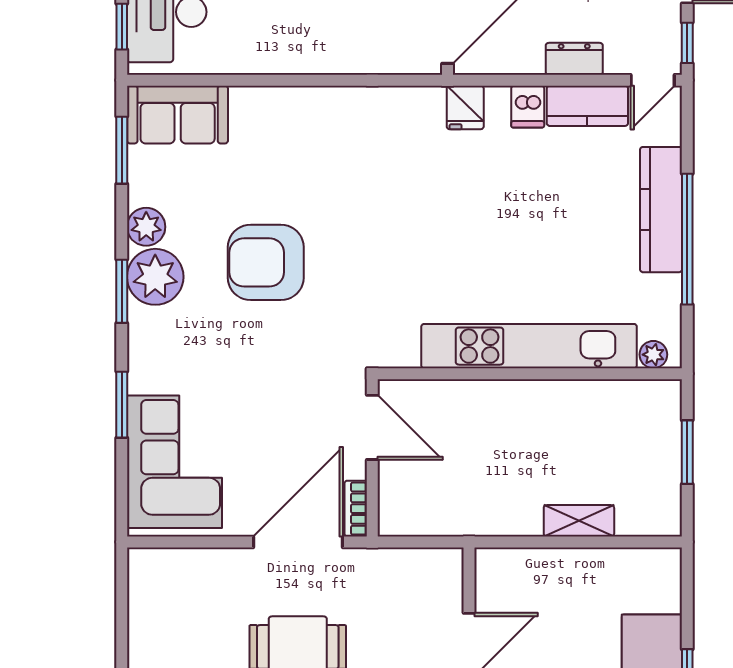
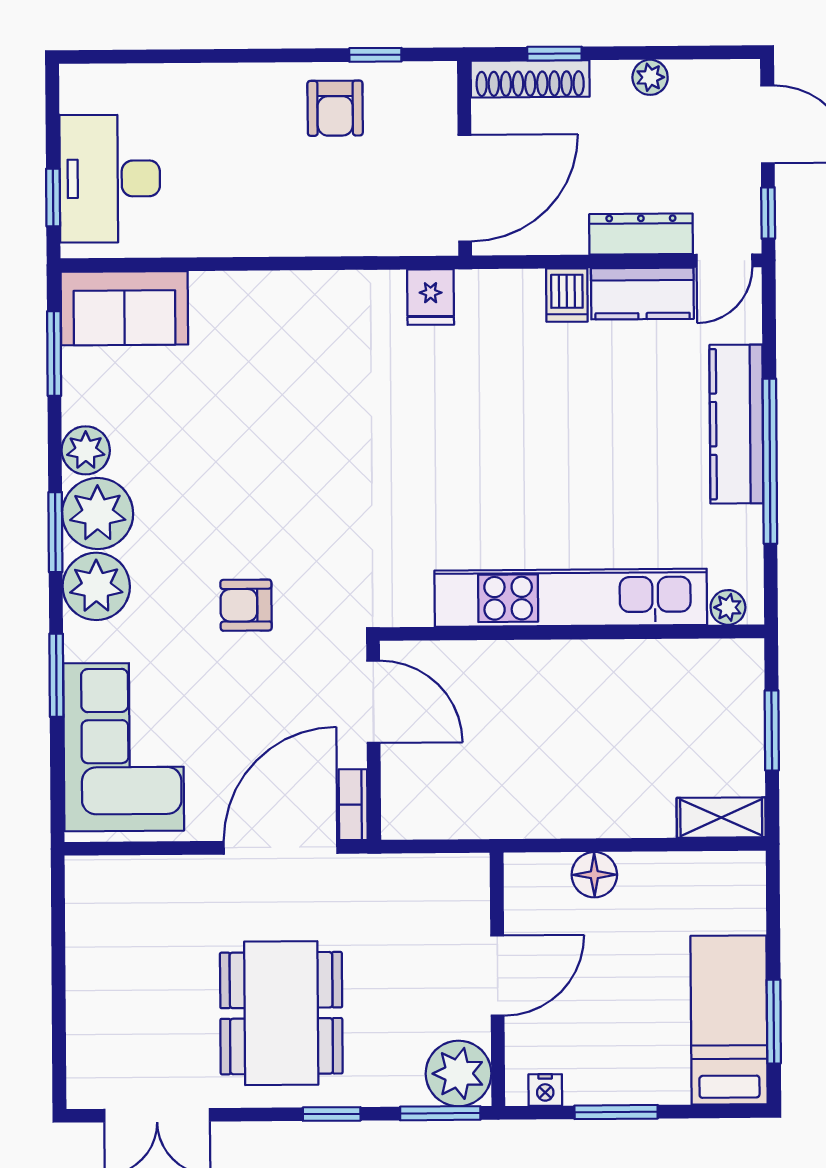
dresser: (574, 59) -> (641, 234), width x1.44
fridge: (465, 107) -> (431, 297), moved
armchair: (266, 262) -> (246, 605), moved, width x0.53, depth x0.53
plant: (154, 334) -> (96, 586), added
shelving: (579, 521) -> (721, 818), moved
floor lamp: (546, 565) -> (594, 875), added

